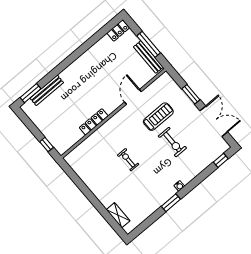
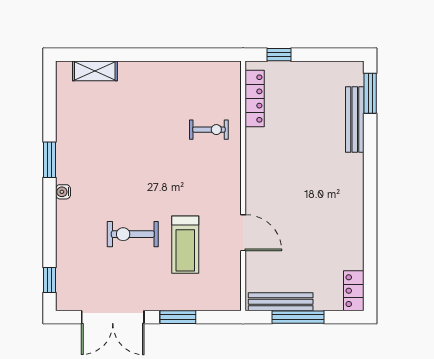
locker: (94, 122) -> (255, 99), moved
exercise bike: (128, 160) -> (209, 130), moved

